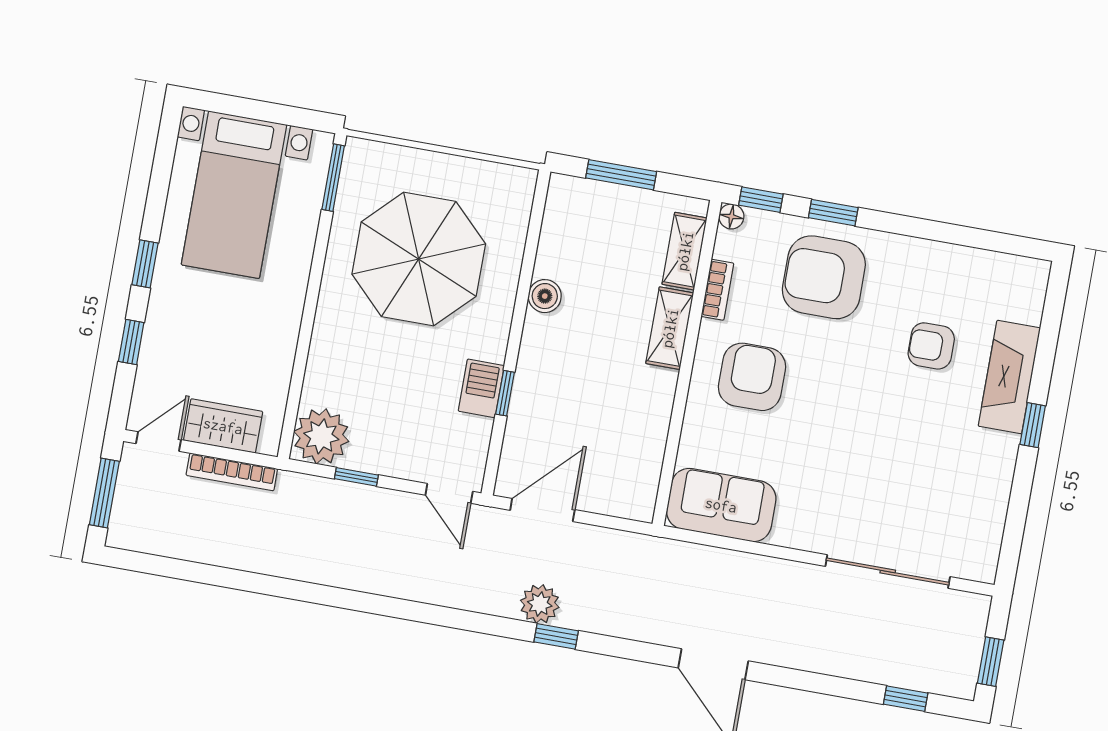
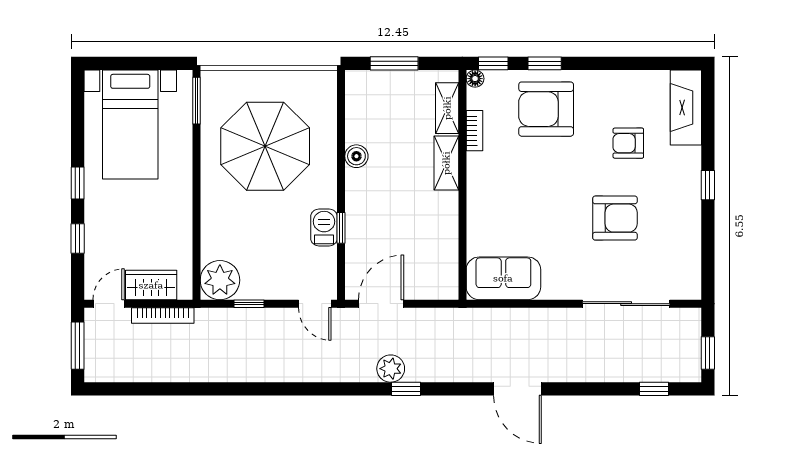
armchair: (752, 377) -> (615, 218), moved, turned 90
fireplace: (1009, 377) -> (686, 108), moved

